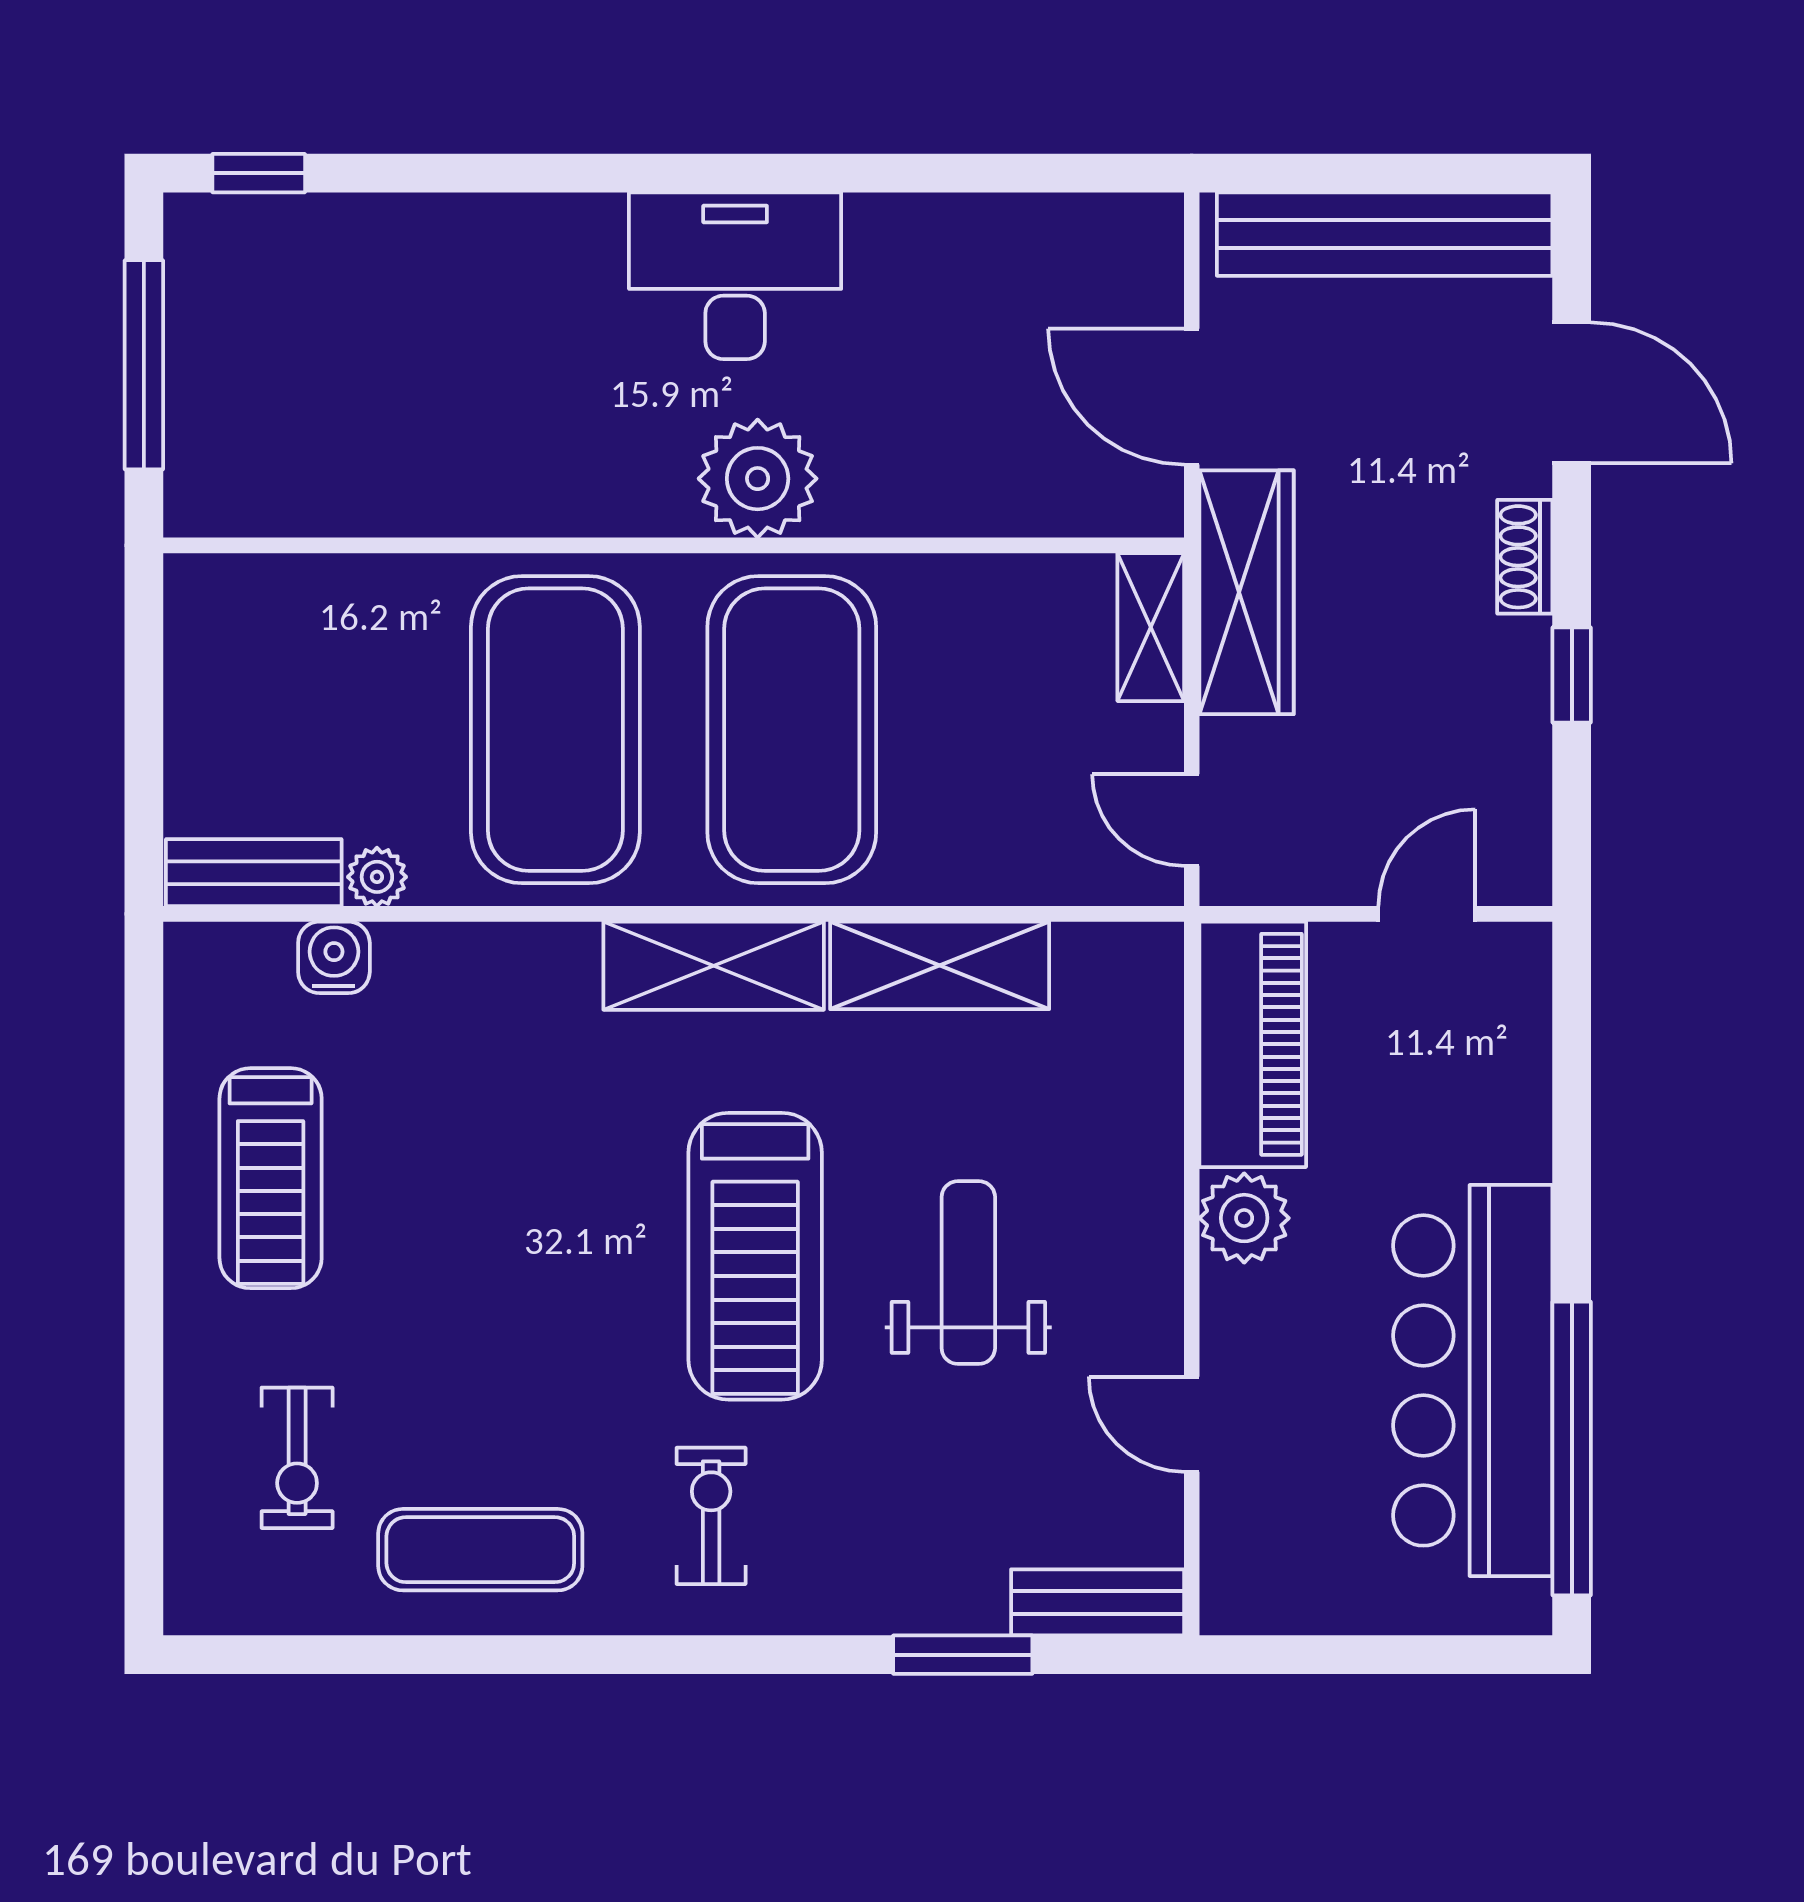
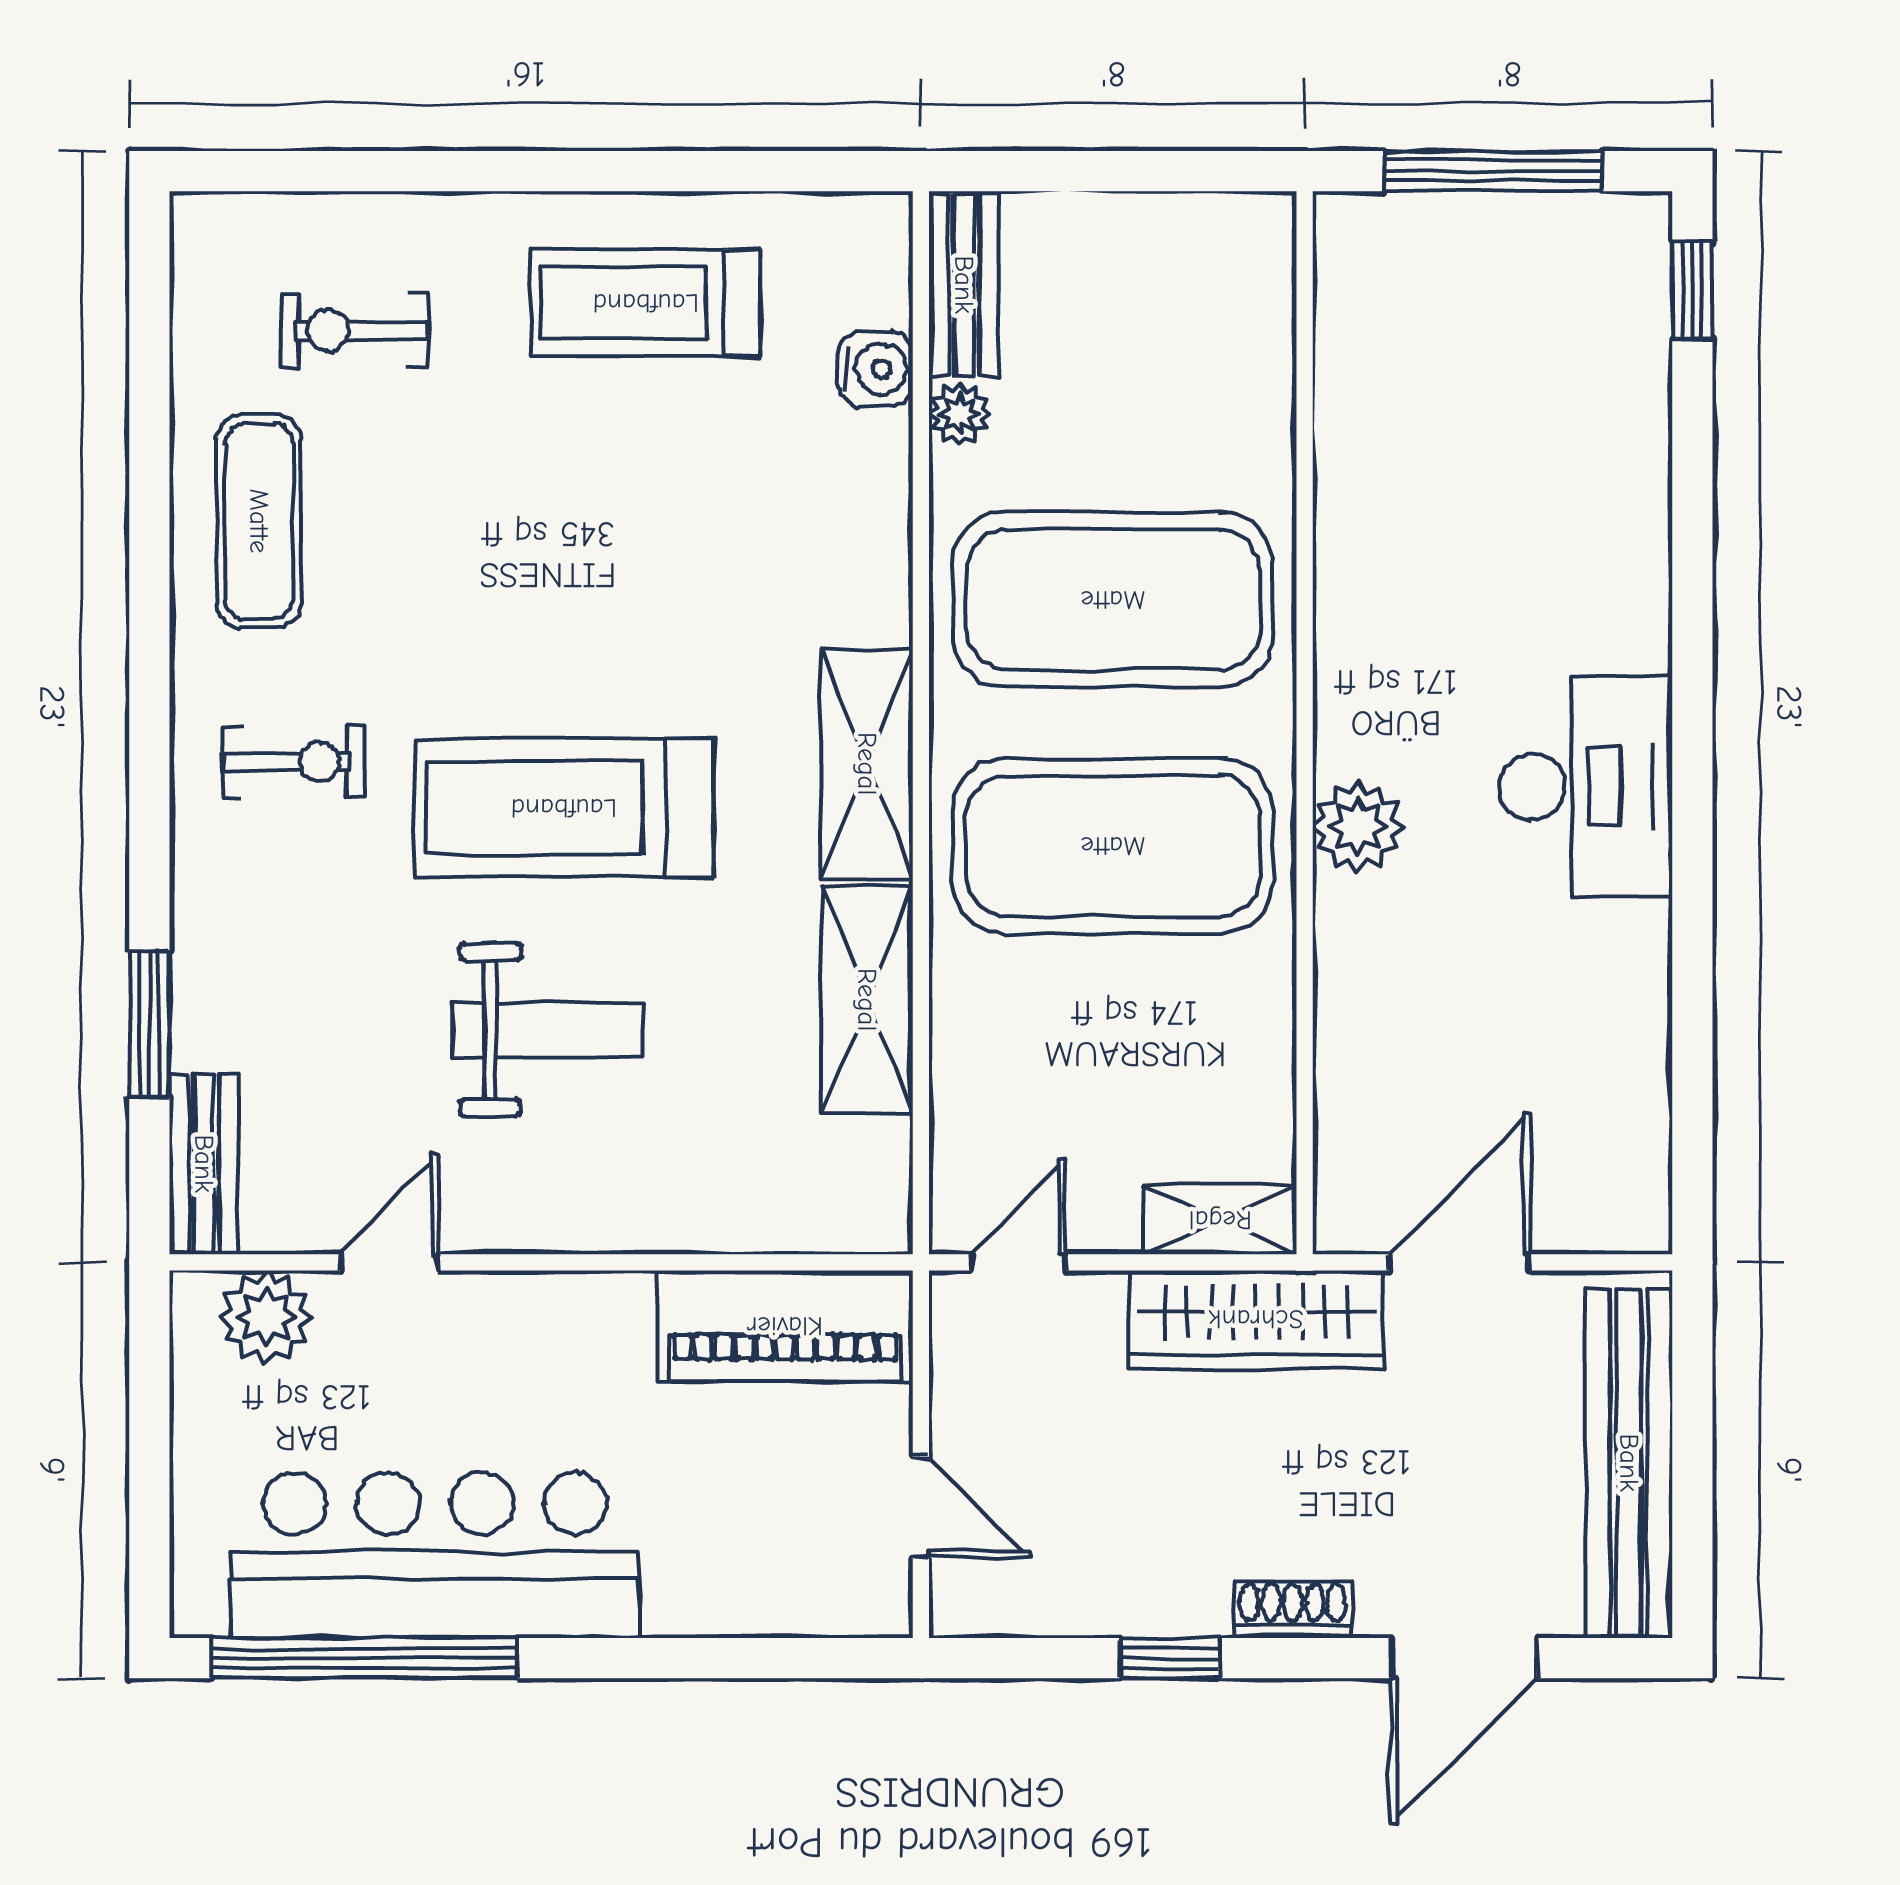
plant: (758, 479) -> (1358, 827), width x0.73, depth x0.73
plant: (1244, 1218) -> (266, 1317), moved

